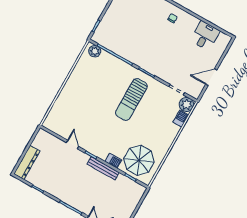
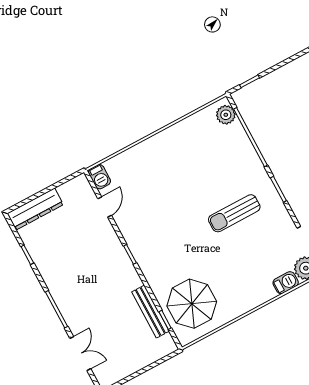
sun lounger: (131, 99) -> (234, 213), width x0.73, depth x0.75
door: (73, 145) -> (105, 207), moved
barbecue: (113, 161) -> (99, 177), moved
bench: (103, 168) -> (150, 312), moved

